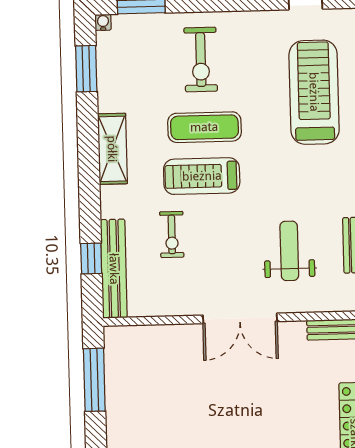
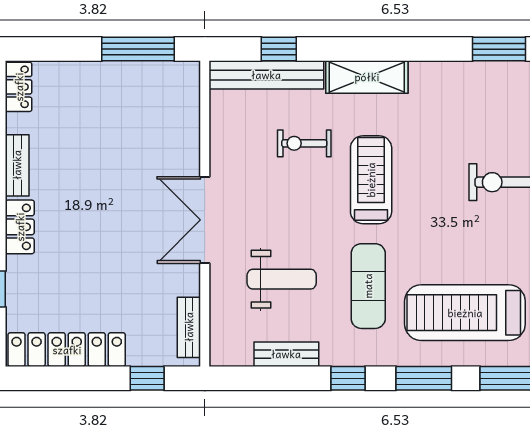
treadmill: (314, 92) -> (465, 313), turned 180
exercise mat: (204, 127) -> (368, 286), moved
shelving: (112, 149) -> (367, 77), moved

